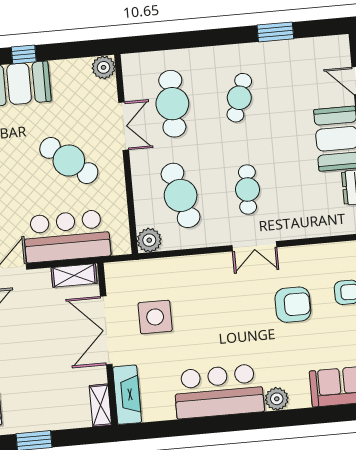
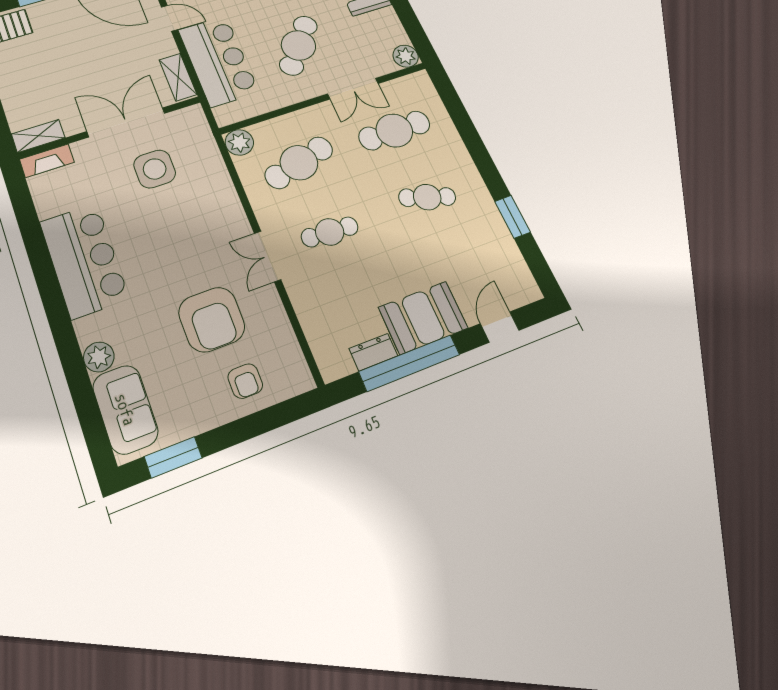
armchair: (293, 305) -> (212, 319), width x1.36, depth x1.36
fireplace: (127, 395) -> (47, 161), width x0.73, depth x0.76
plant: (277, 399) -> (99, 357), moved

